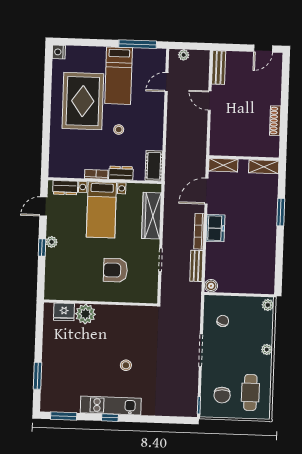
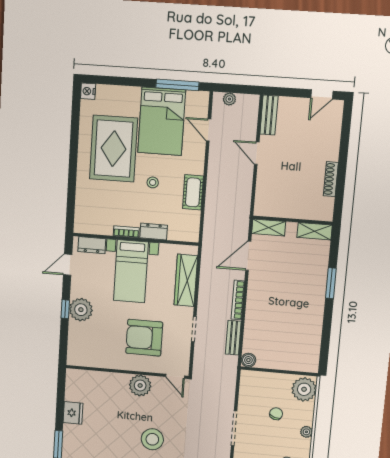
bed: (119, 76) -> (162, 121), width x1.50
door: (167, 82) -> (209, 130), hinge flipped
cot: (154, 166) -> (193, 192), moved
freezer: (215, 228) -> (256, 297), removed
plant: (52, 242) -> (81, 310), width x1.88, depth x1.88
armchair: (115, 270) -> (144, 338), width x1.36, depth x1.36
door: (145, 304) -> (175, 376), added
plant: (268, 305) -> (304, 389), width x1.88, depth x1.88
fridge: (64, 312) -> (73, 413), moved, turned -90
plant: (85, 314) -> (140, 385), moved
chair: (223, 321) -> (276, 414), moved
stool: (126, 365) -> (152, 439), width x1.89, depth x1.89

